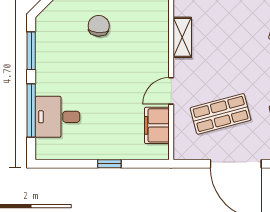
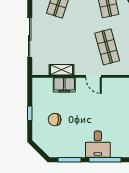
desk: (57, 117) -> (98, 144), moved
filing cabinet: (157, 125) -> (64, 85), moved

